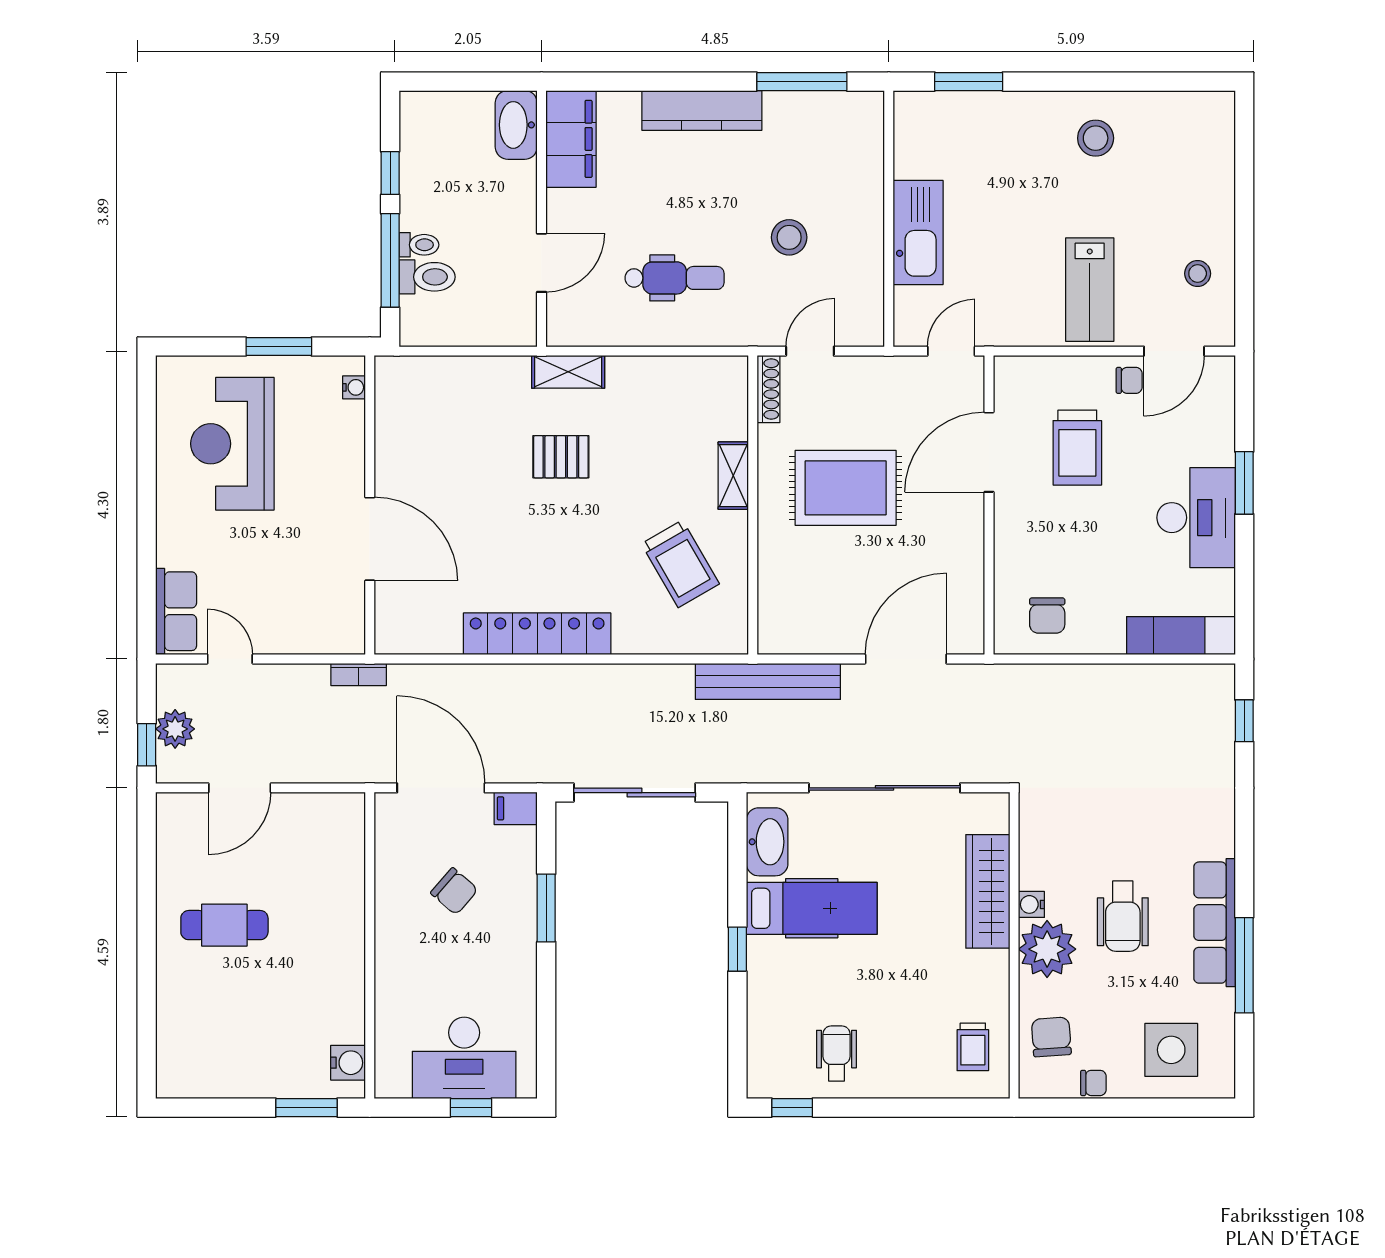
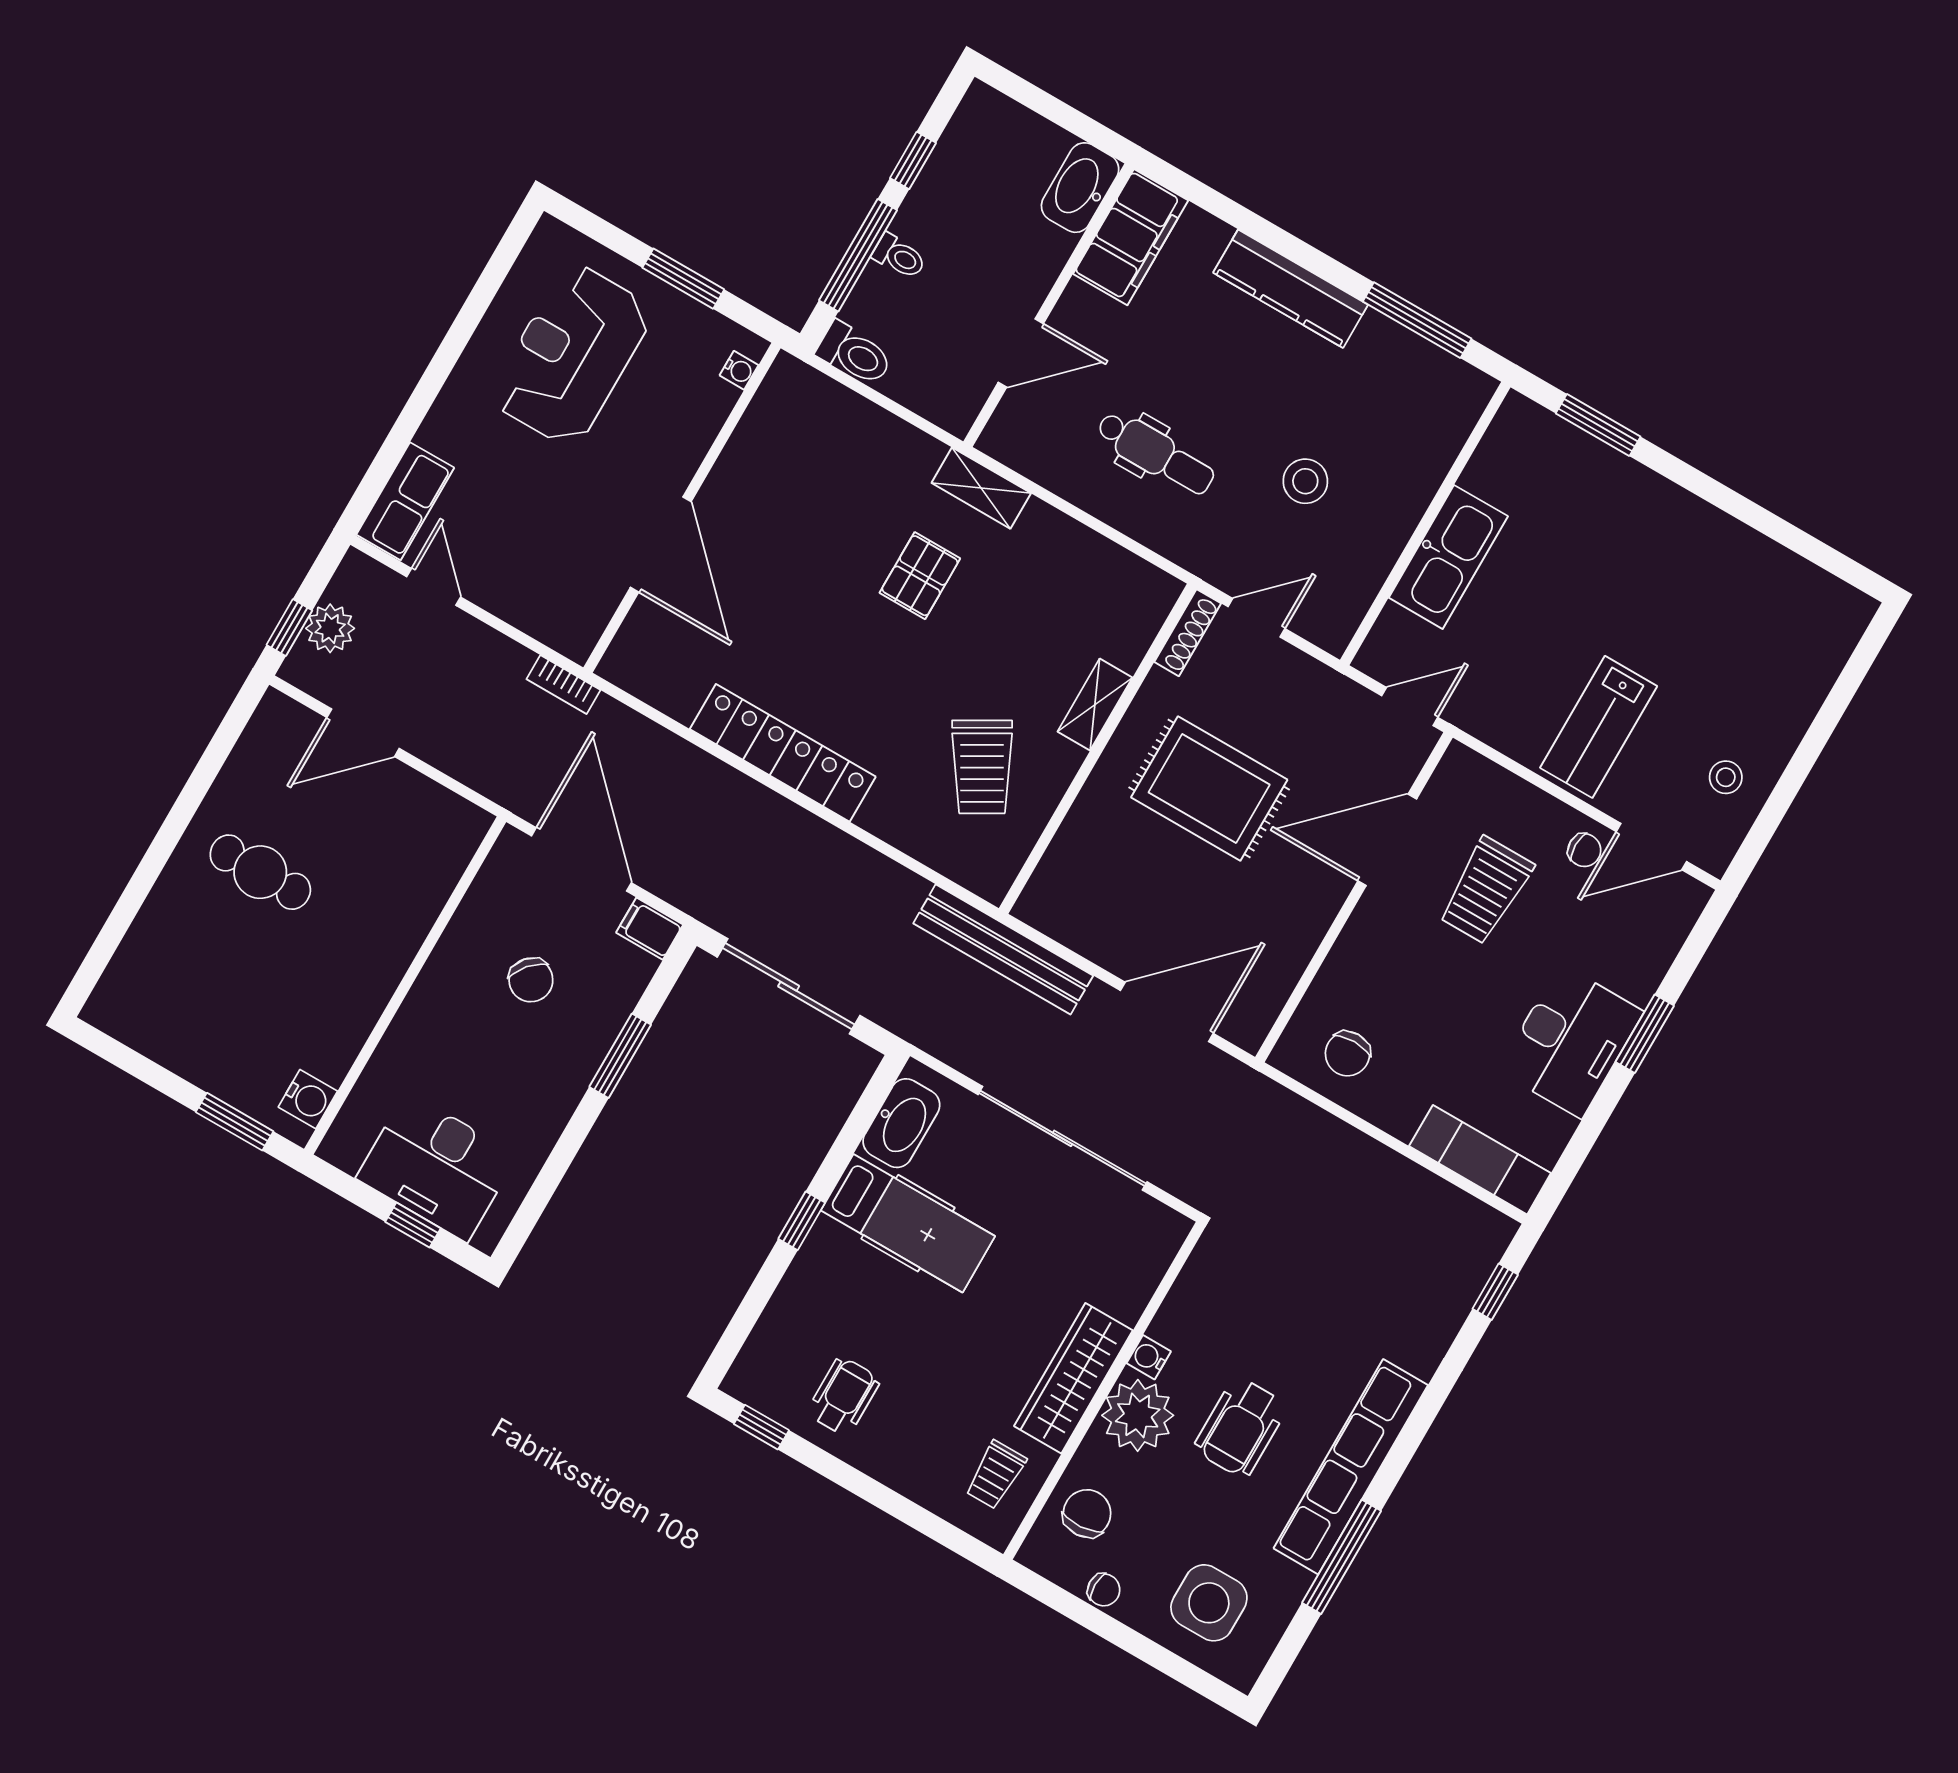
stool: (1096, 138) -> (1700, 566), removed
toilet: (427, 277) -> (855, 354), moved
pallet: (561, 457) -> (920, 576), turned 90
wardrobe: (988, 891) -> (1073, 1378), moved
row of seats: (1215, 923) -> (1351, 1467), width x1.36

